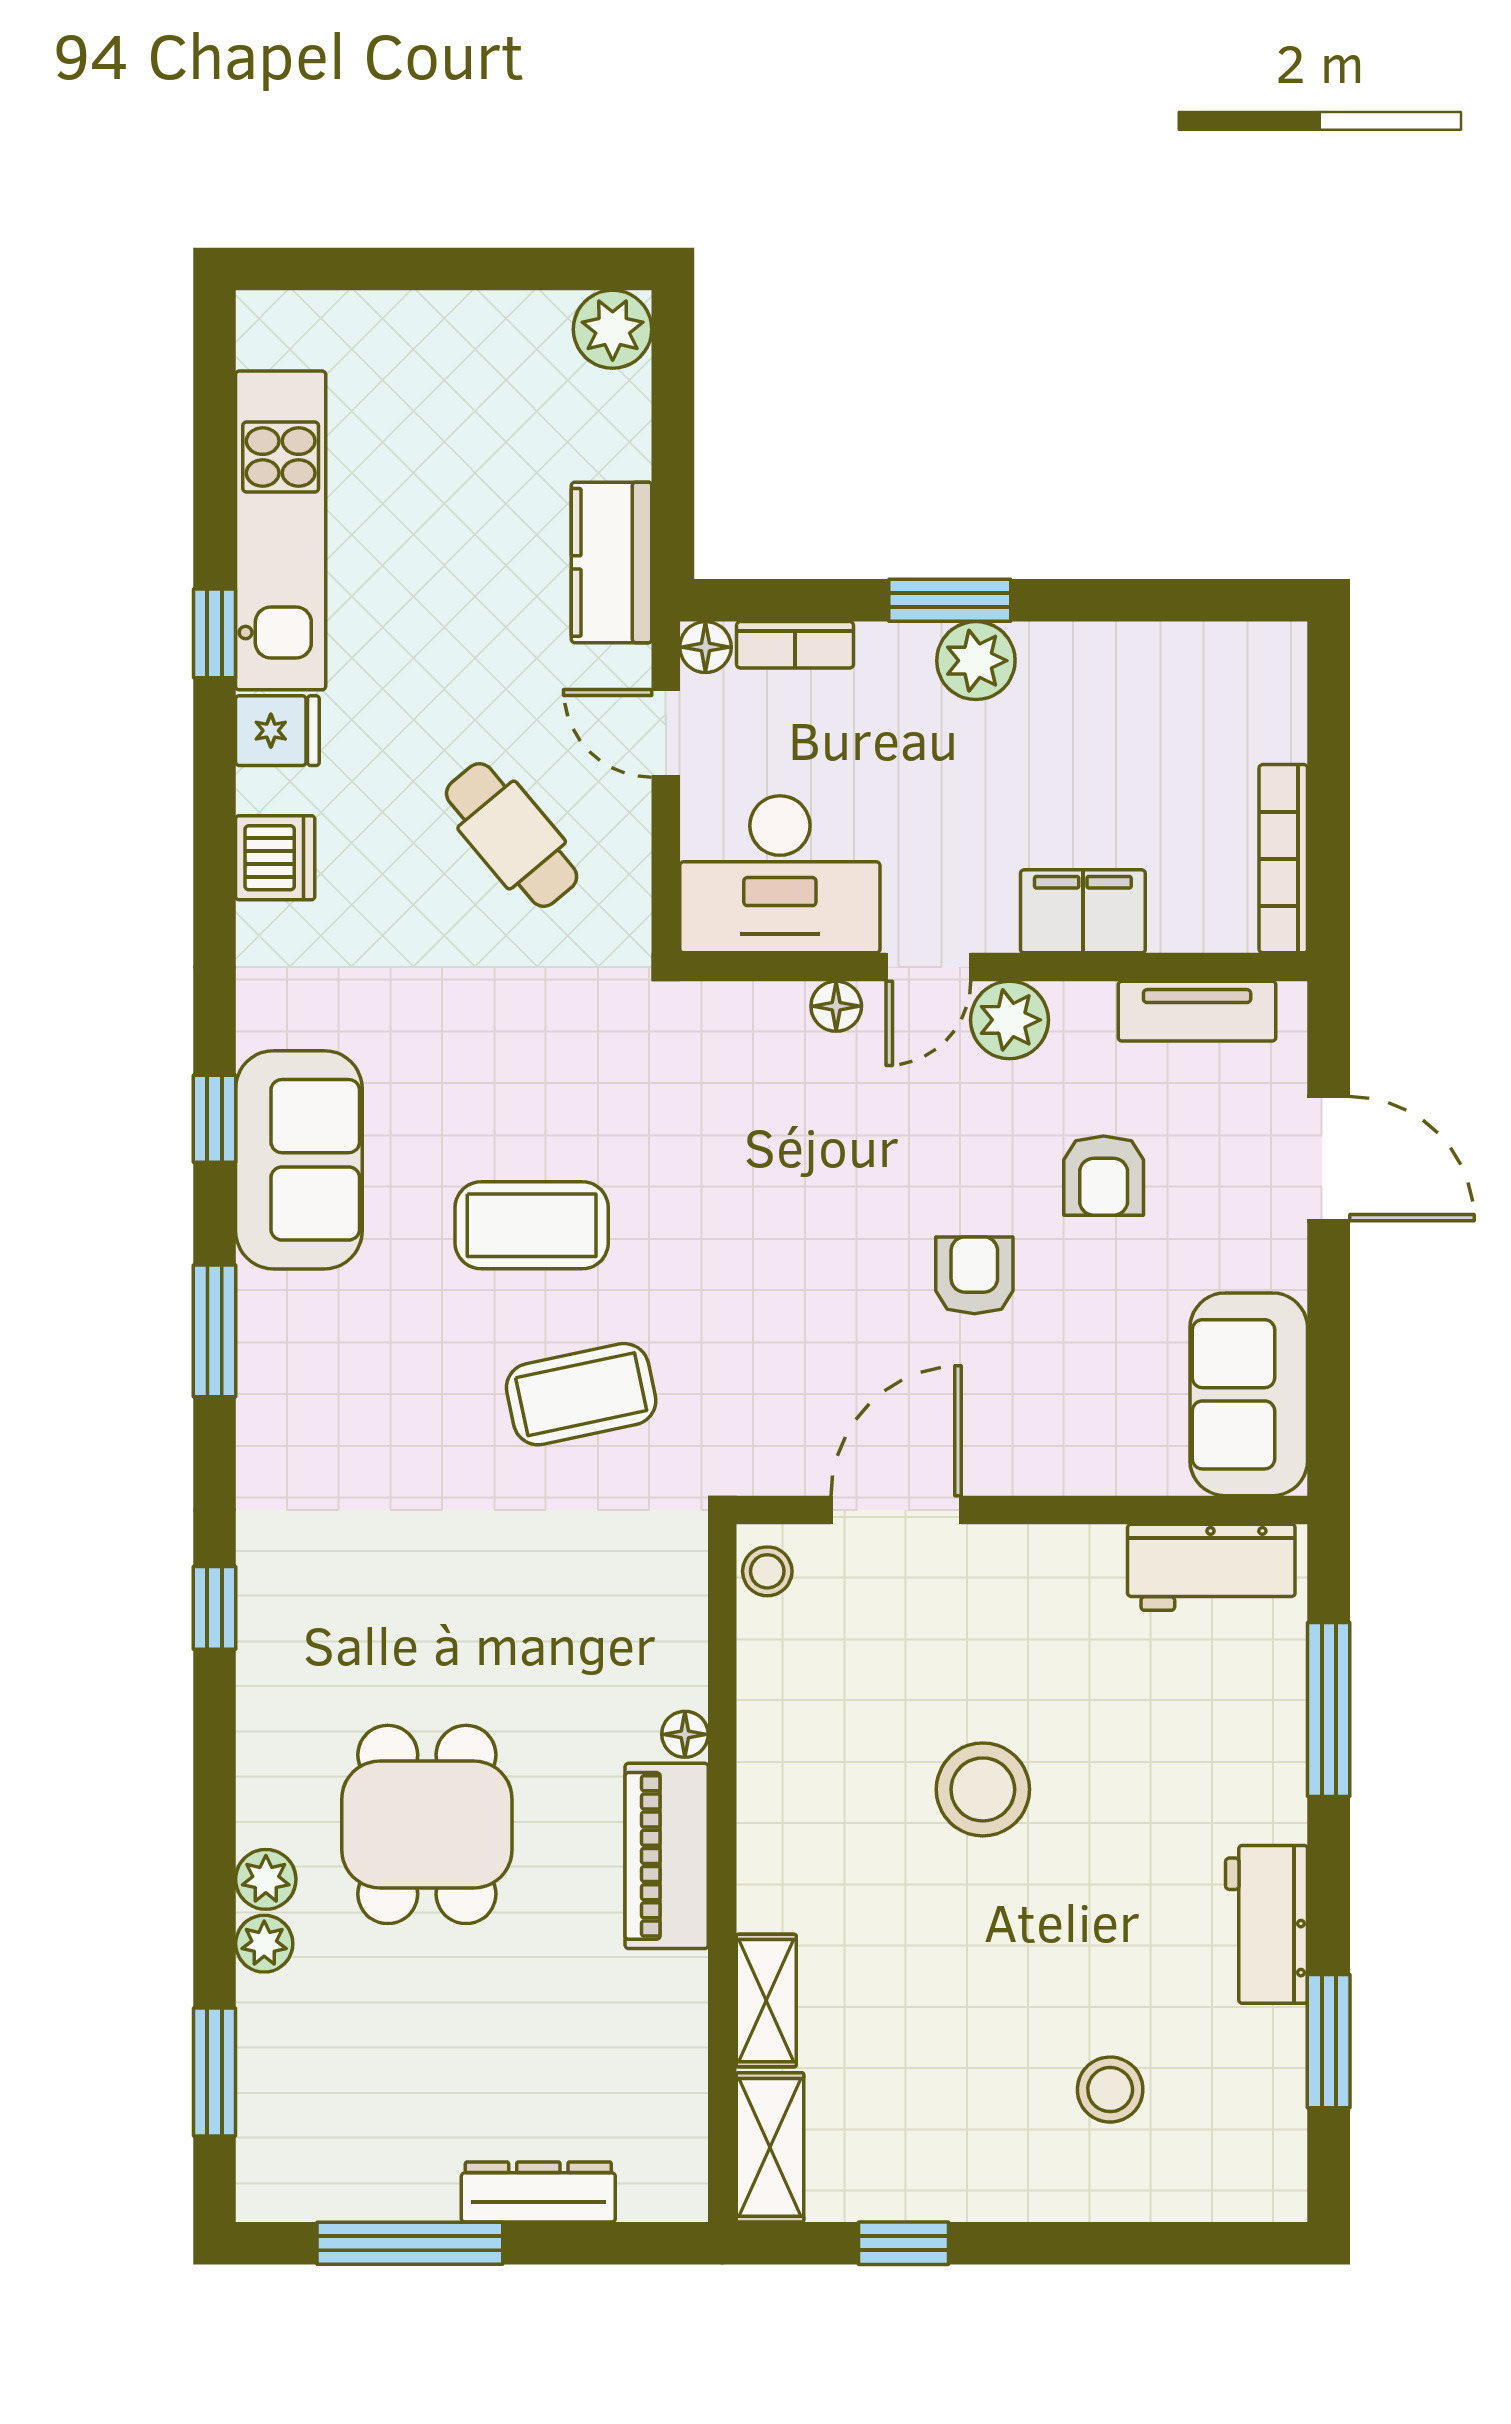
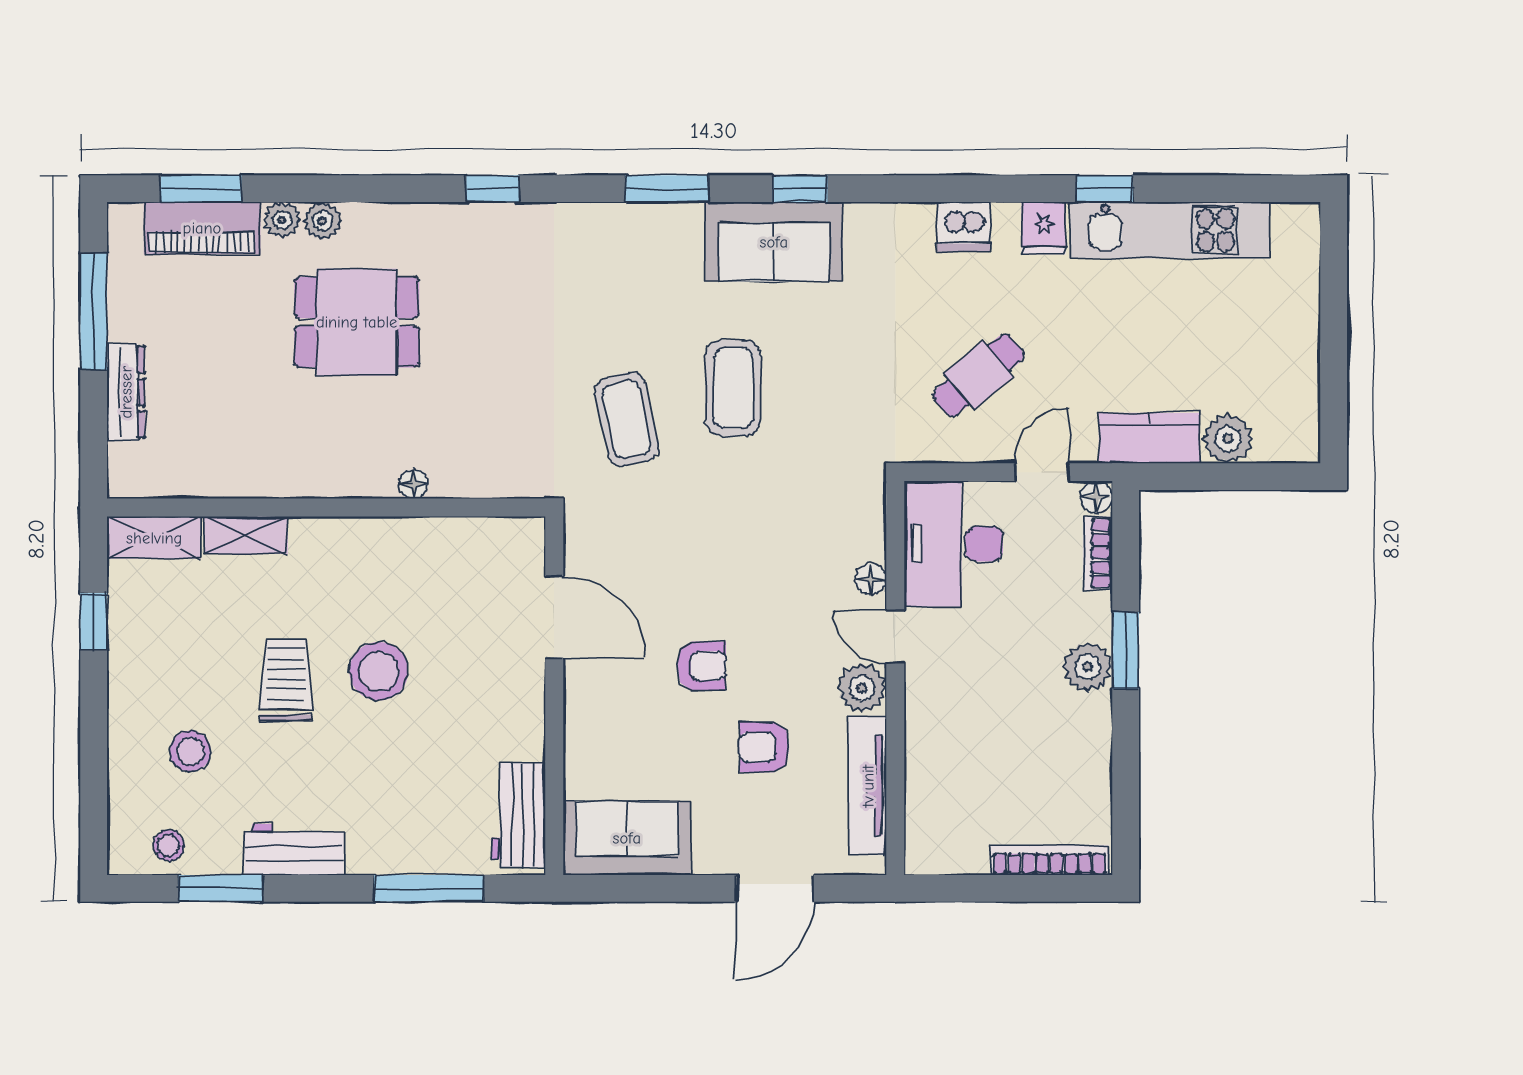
plant: (613, 329) -> (1228, 439), moved
bookcase: (1283, 859) -> (1050, 860), moved
filing cabinet: (1083, 911) -> (930, 734), removed
tv unit: (1197, 1011) -> (868, 786), width x1.41
stool: (767, 1571) -> (169, 846), moved
piano: (667, 1856) -> (202, 228), moved, turned 180
trolley: (997, 1937) -> (286, 680), added

